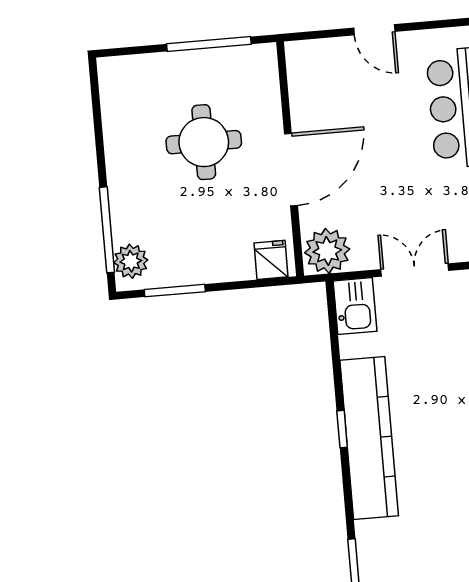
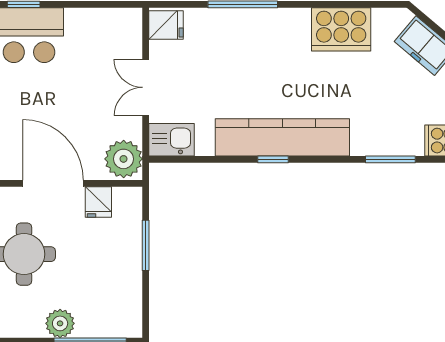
fridge: (271, 260) -> (98, 202), moved, turned -90
plant: (131, 261) -> (60, 323), moved
window: (175, 291) -> (146, 245), moved

